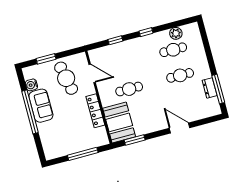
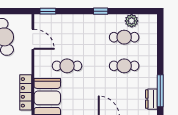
window: (115, 40) -> (48, 11), moved
dresser: (210, 88) -> (151, 99), moved
locker: (95, 111) -> (26, 92), moved

